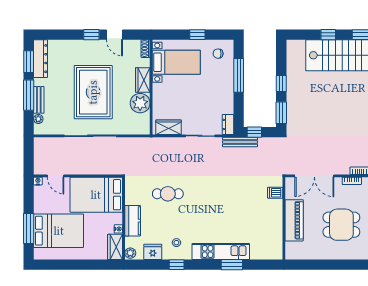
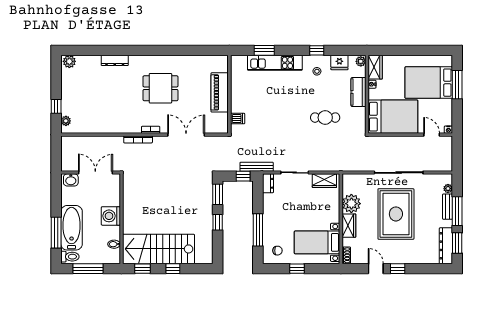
dishwasher: (275, 193) -> (238, 119), moved
wall: (284, 218) -> (229, 94), moved
piano: (294, 220) -> (220, 92), moved

